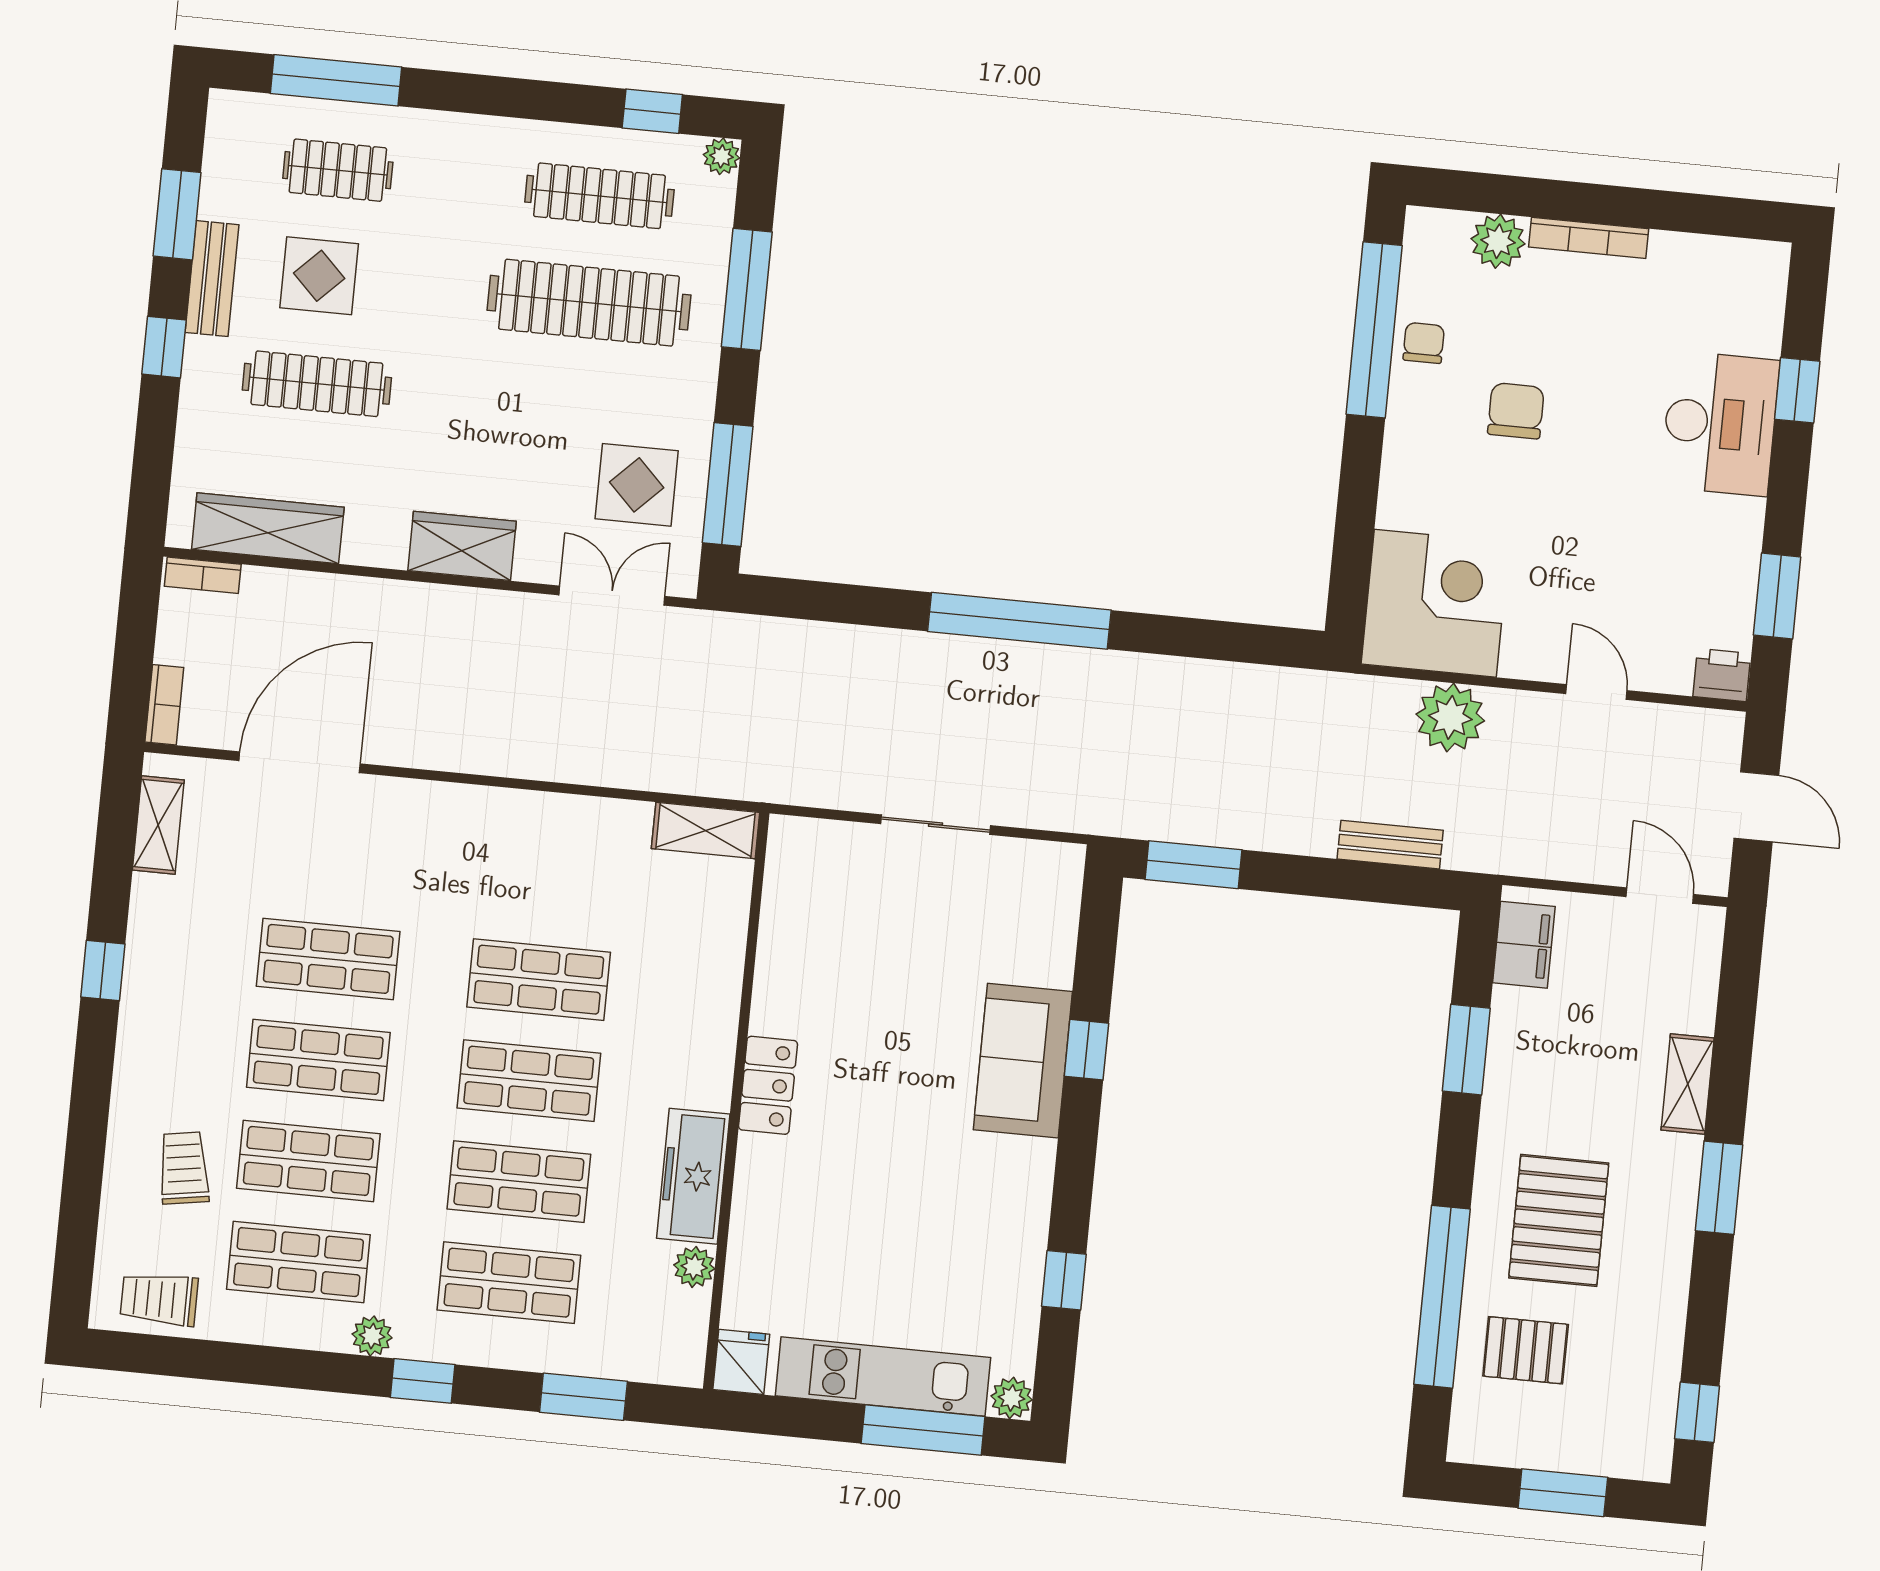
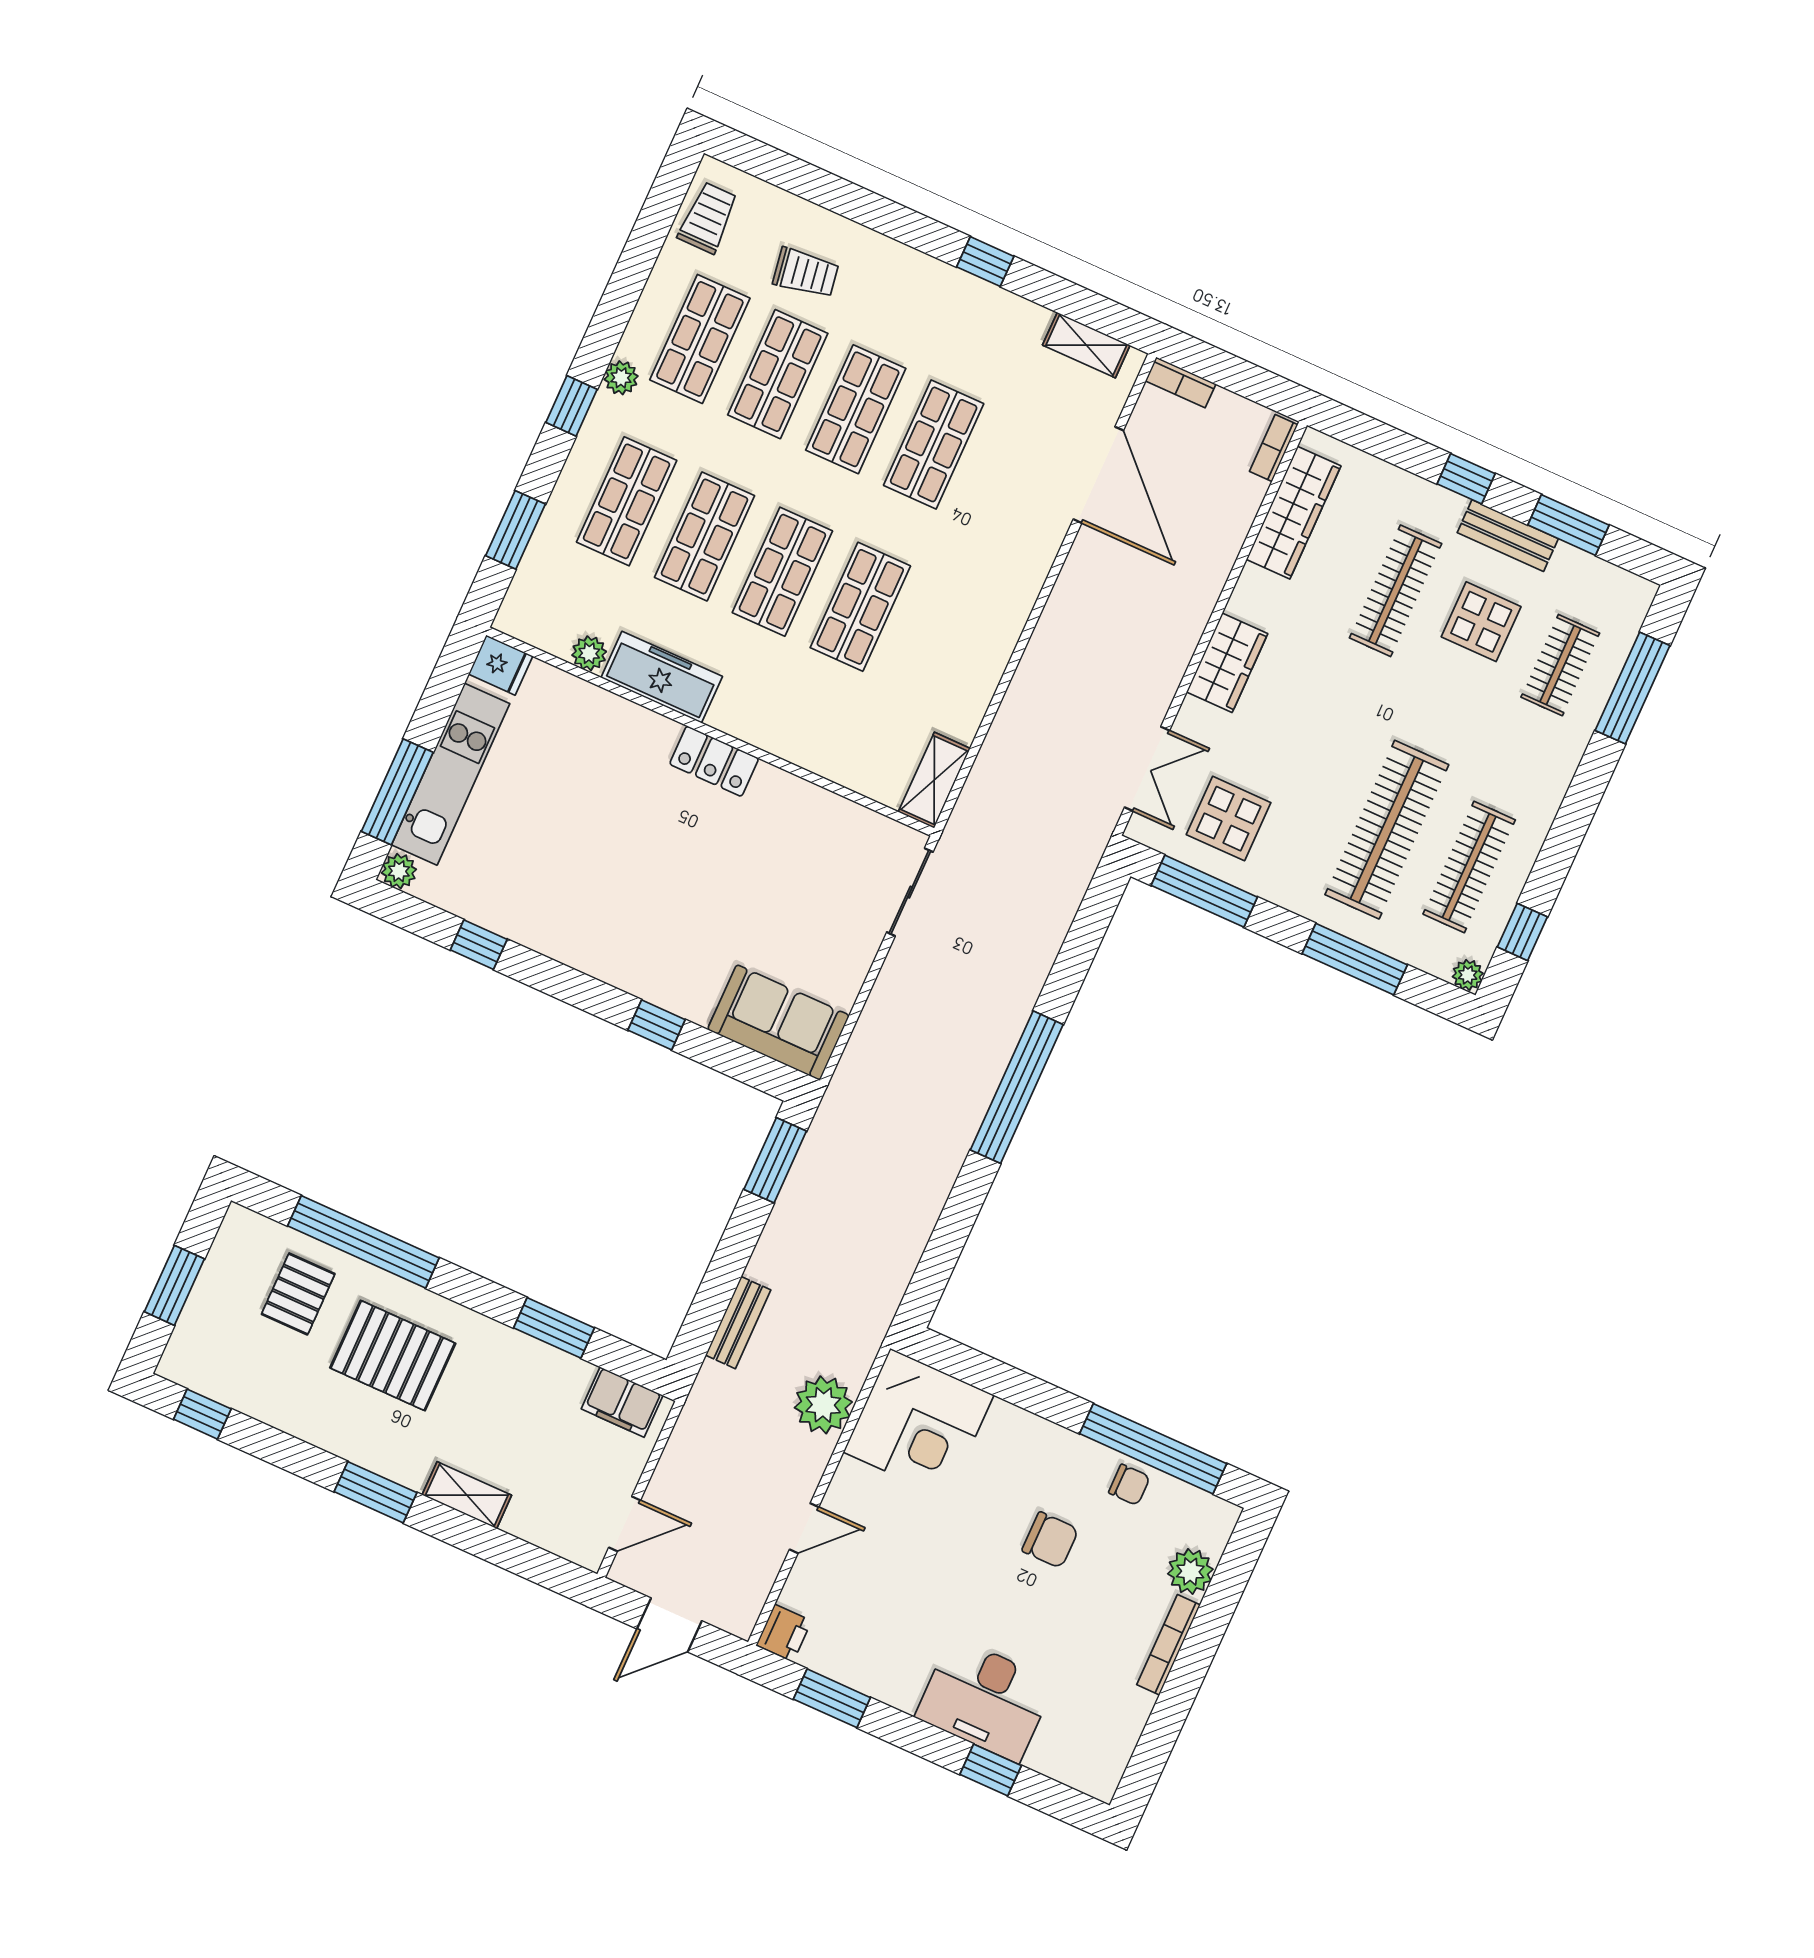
sliding door: (935, 825) -> (910, 892), moved
sofa: (1023, 1061) -> (778, 1022), moved

